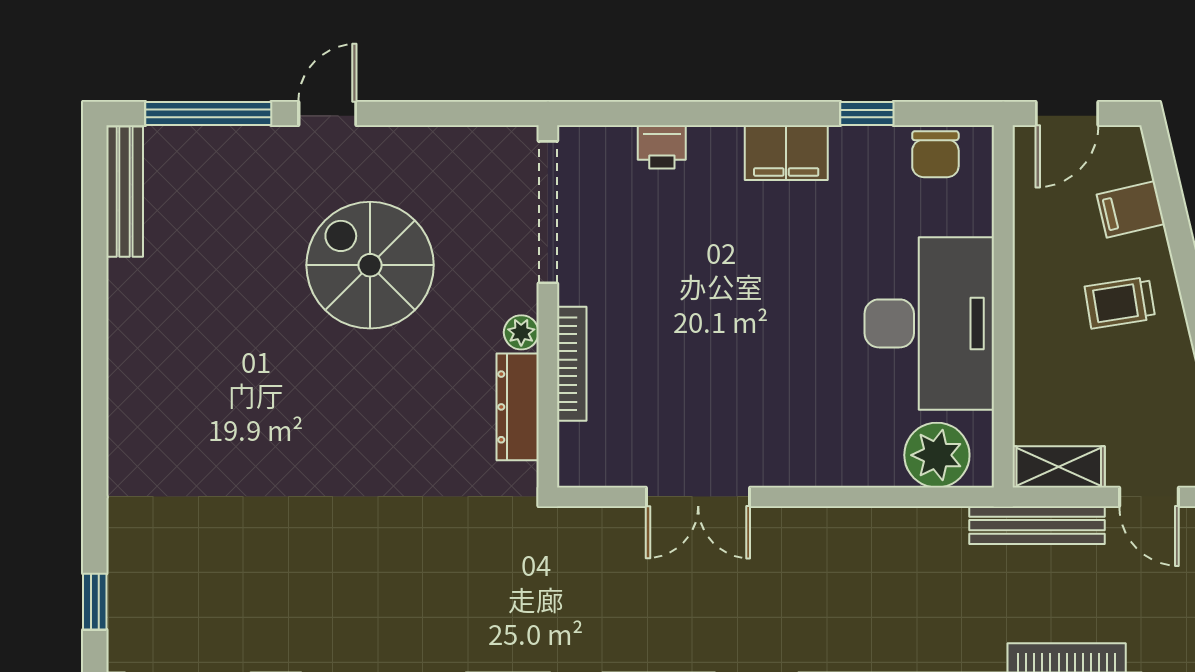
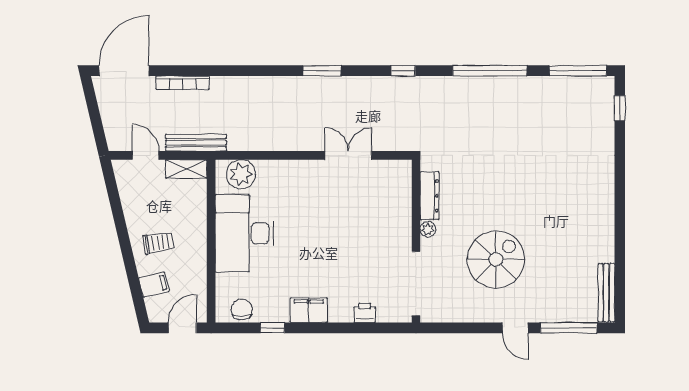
door: (327, 113) -> (515, 328), hinge flipped
spiral stairs: (370, 265) -> (496, 260), turned -90
bookcase: (572, 364) -> (405, 215), removed

